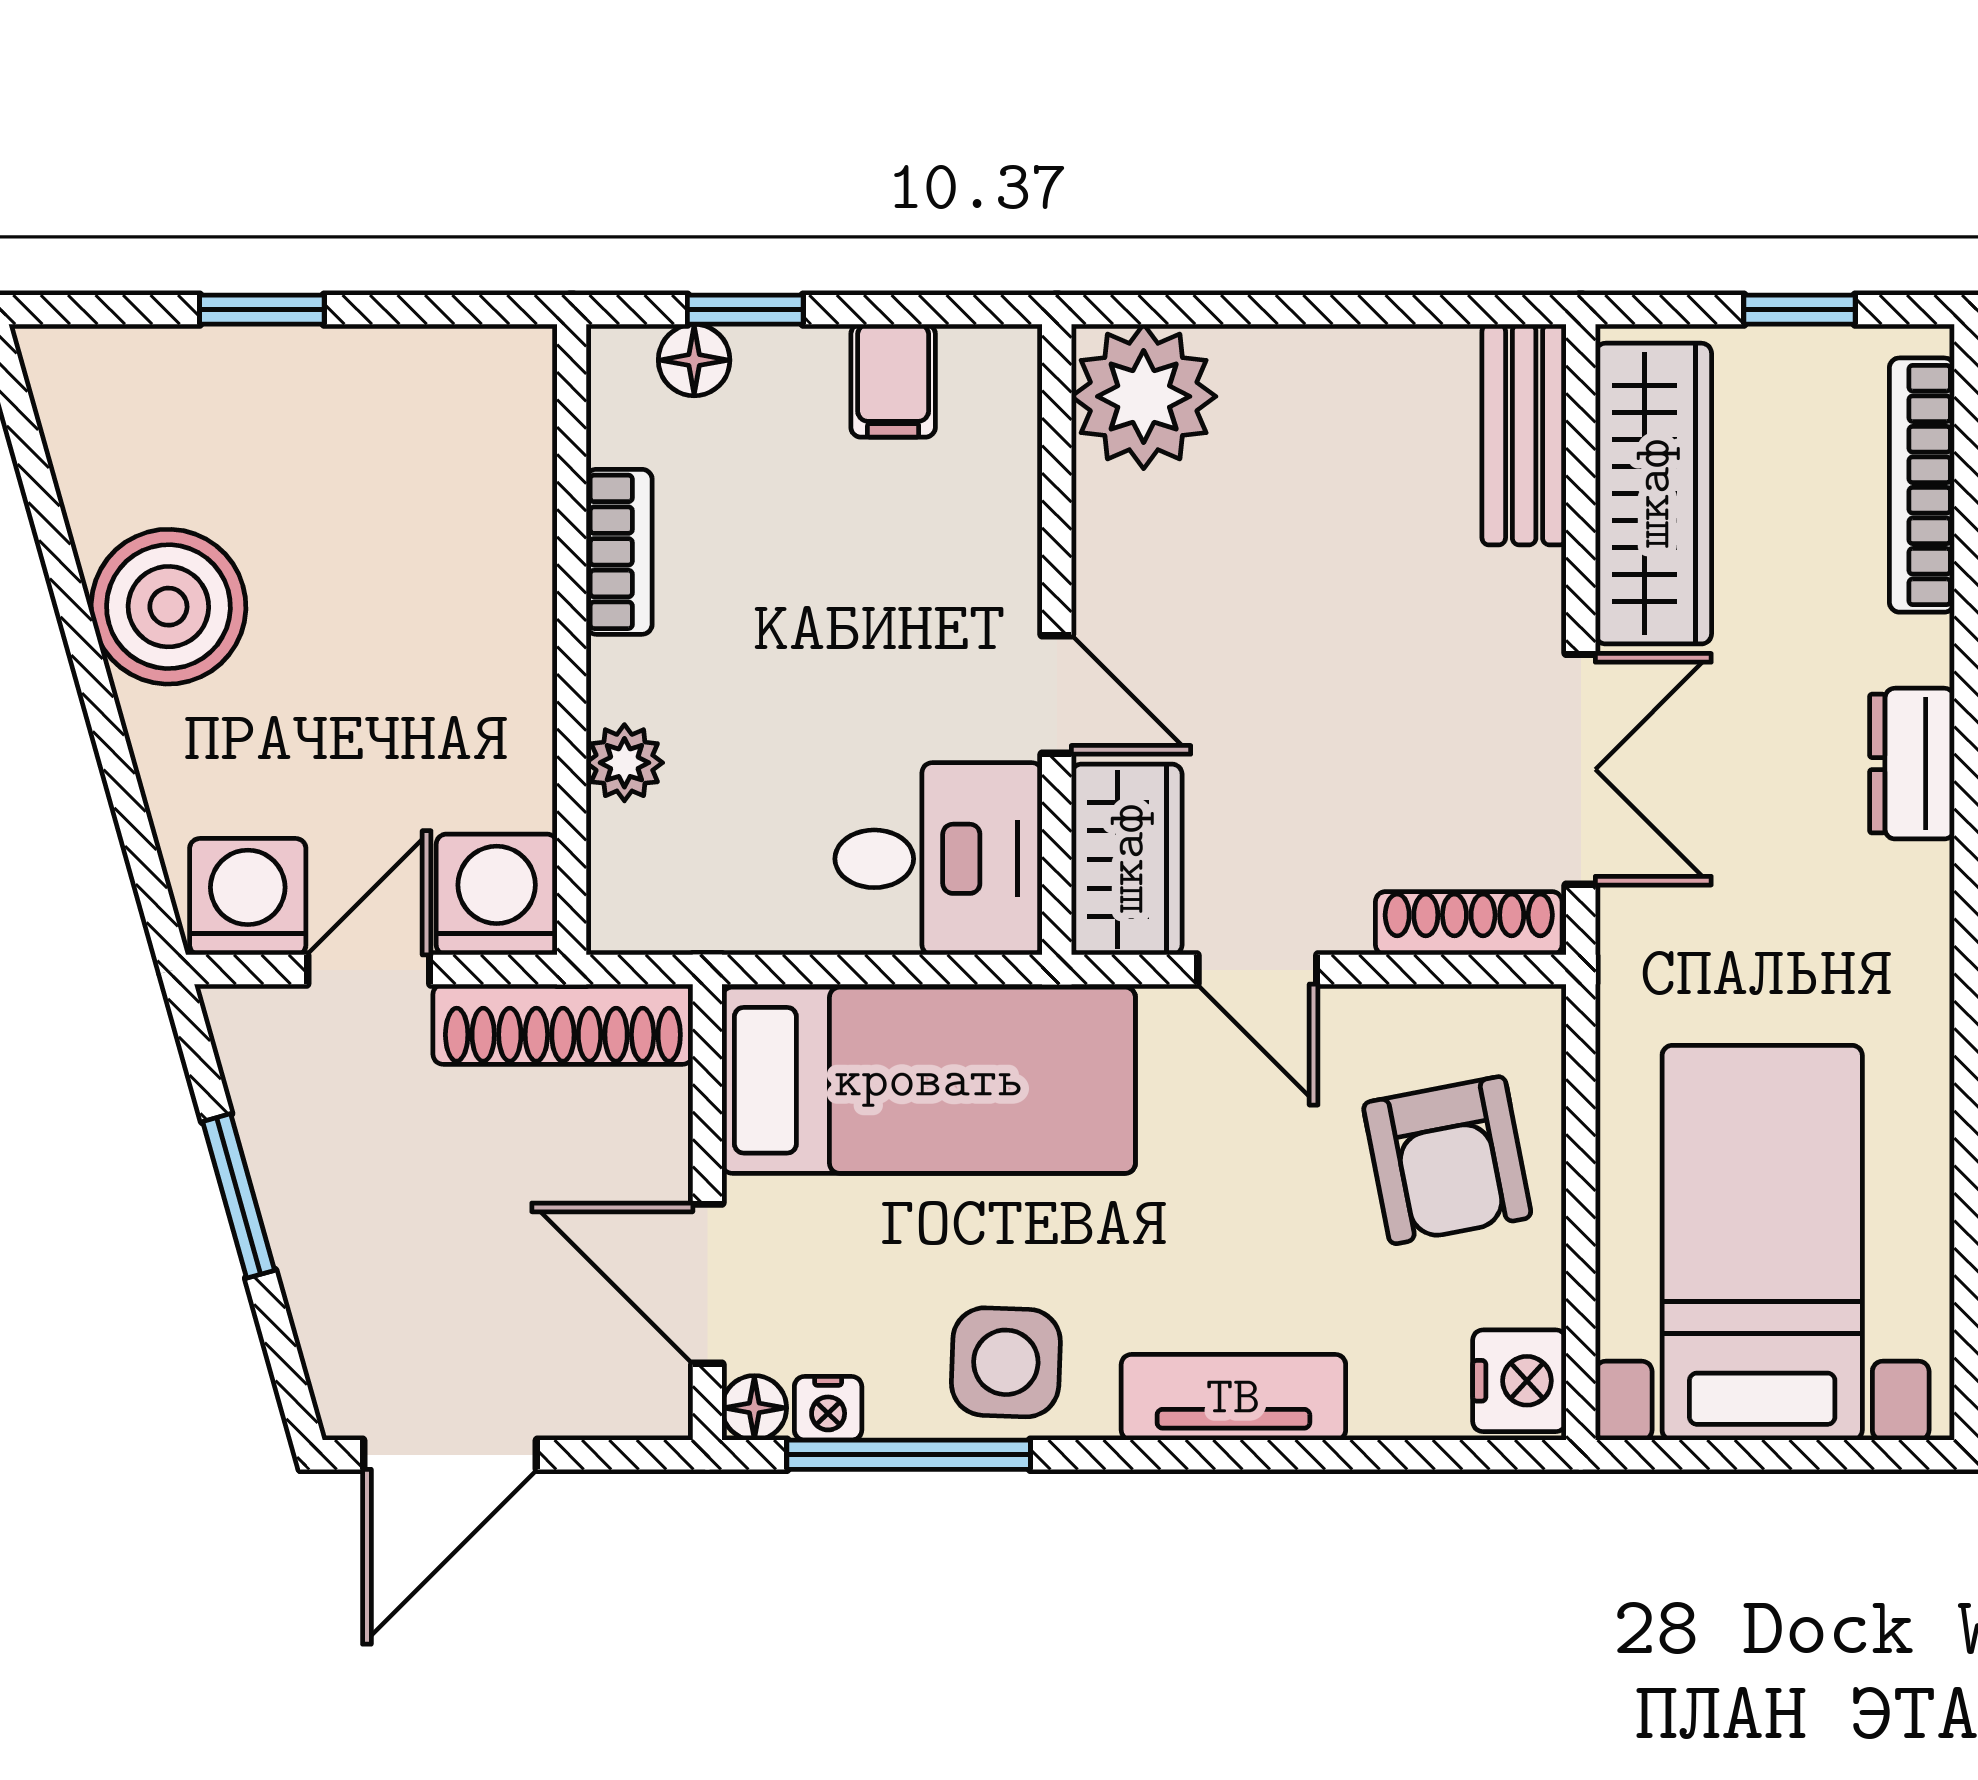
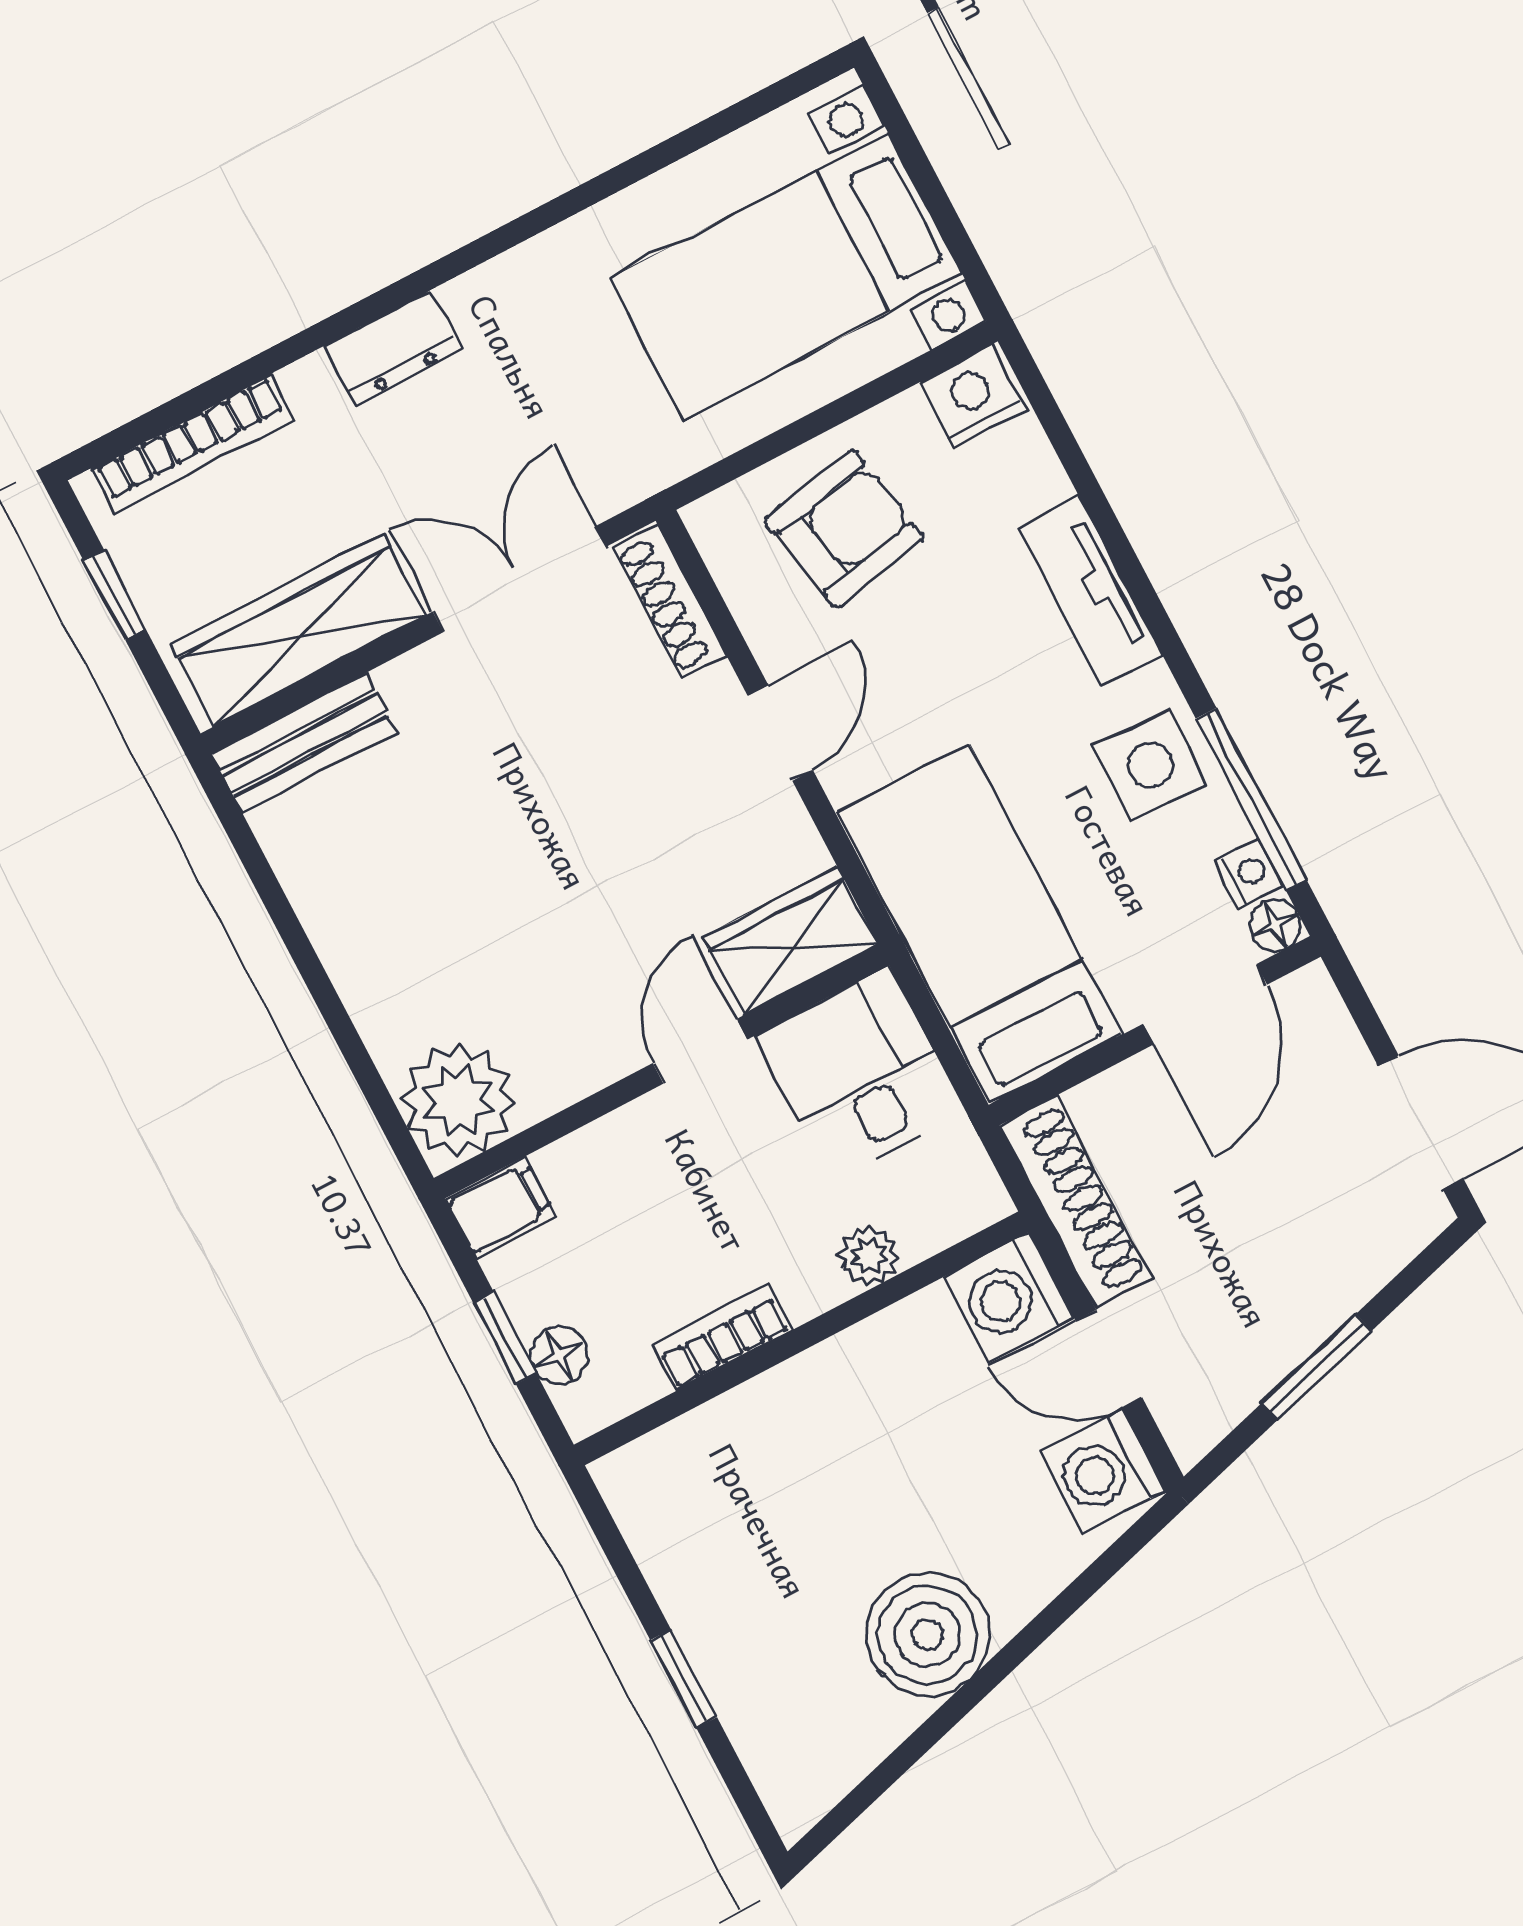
plant: (1144, 396) -> (458, 1100), moved
wall: (1057, 640) -> (661, 1072), moved
door: (1057, 694) -> (700, 1051), moved
desk: (939, 859) -> (860, 1074), moved
wardrobe: (1127, 859) -> (791, 941), moved

